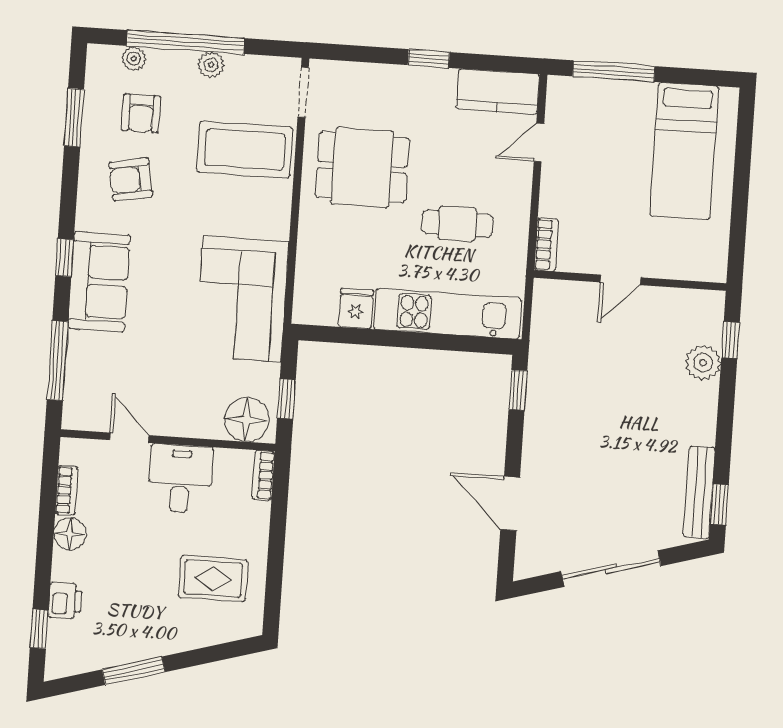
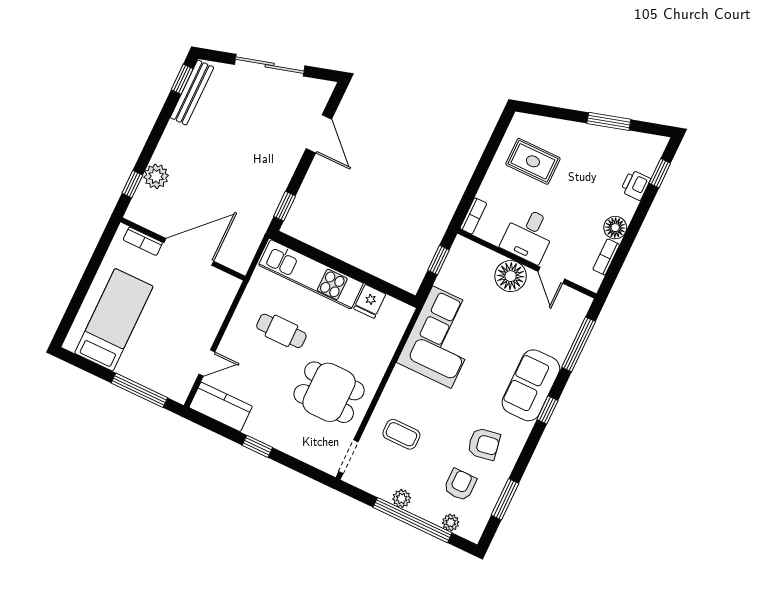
coffee table: (245, 150) -> (401, 434), width x0.54, depth x0.58
bookcase: (546, 245) -> (143, 241), moved, turned -90
door: (620, 280) -> (189, 252), width x1.87
floor lamp: (247, 420) -> (511, 276), moved

